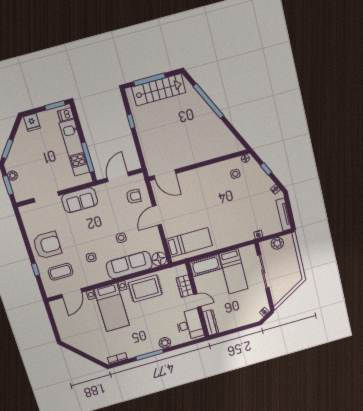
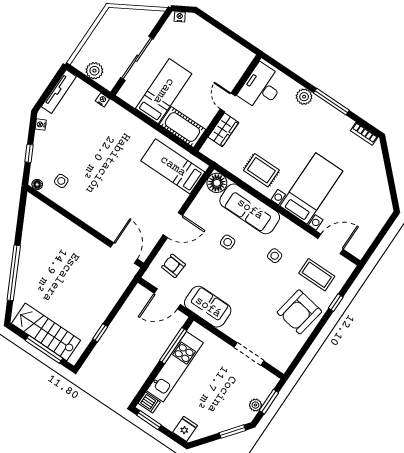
sofa: (80, 200) -> (208, 307), moved
armchair: (47, 245) -> (299, 312), turned -80
rug: (145, 289) -> (261, 170), width x0.73, depth x0.70
dresser: (211, 322) -> (240, 66), removed

